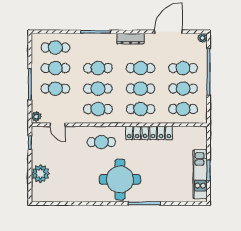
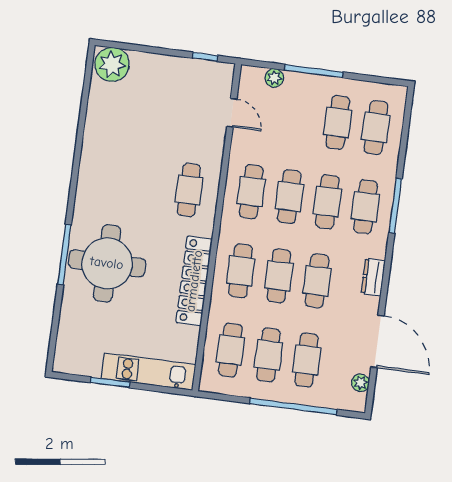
plant: (202, 38) -> (360, 383), moved
dresser: (130, 39) -> (373, 277), width x0.70
cafe table: (55, 89) -> (365, 207), moved
plant: (36, 116) -> (274, 78), moved
door: (58, 125) -> (232, 113), swing flipped
plant: (40, 174) -> (112, 64), moved
kitchen unit: (200, 174) -> (148, 372), moved
round table: (120, 179) -> (107, 263), moved

